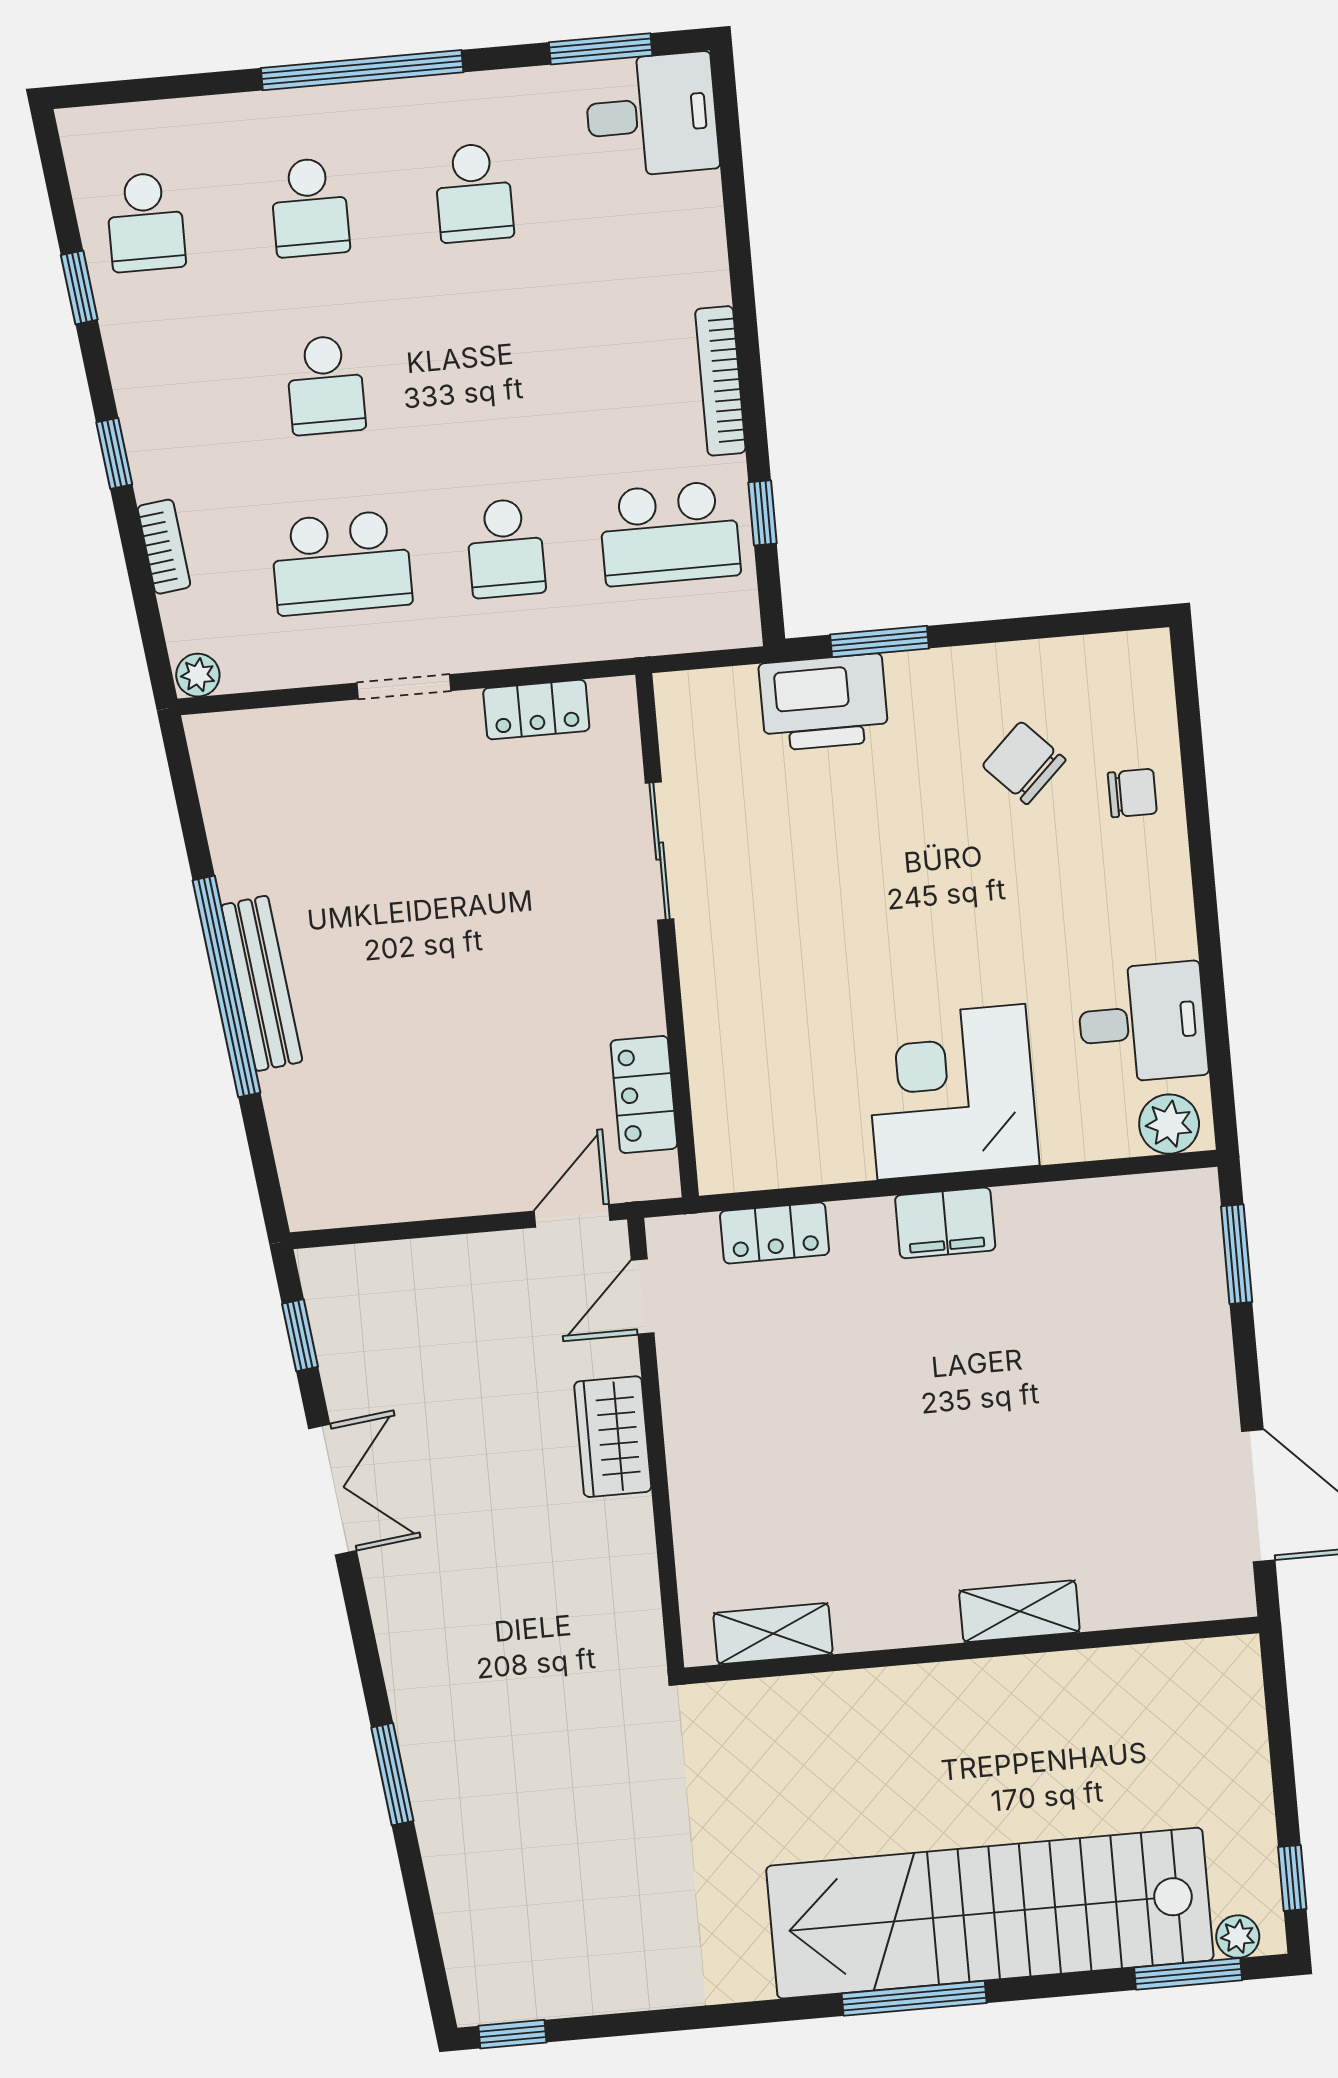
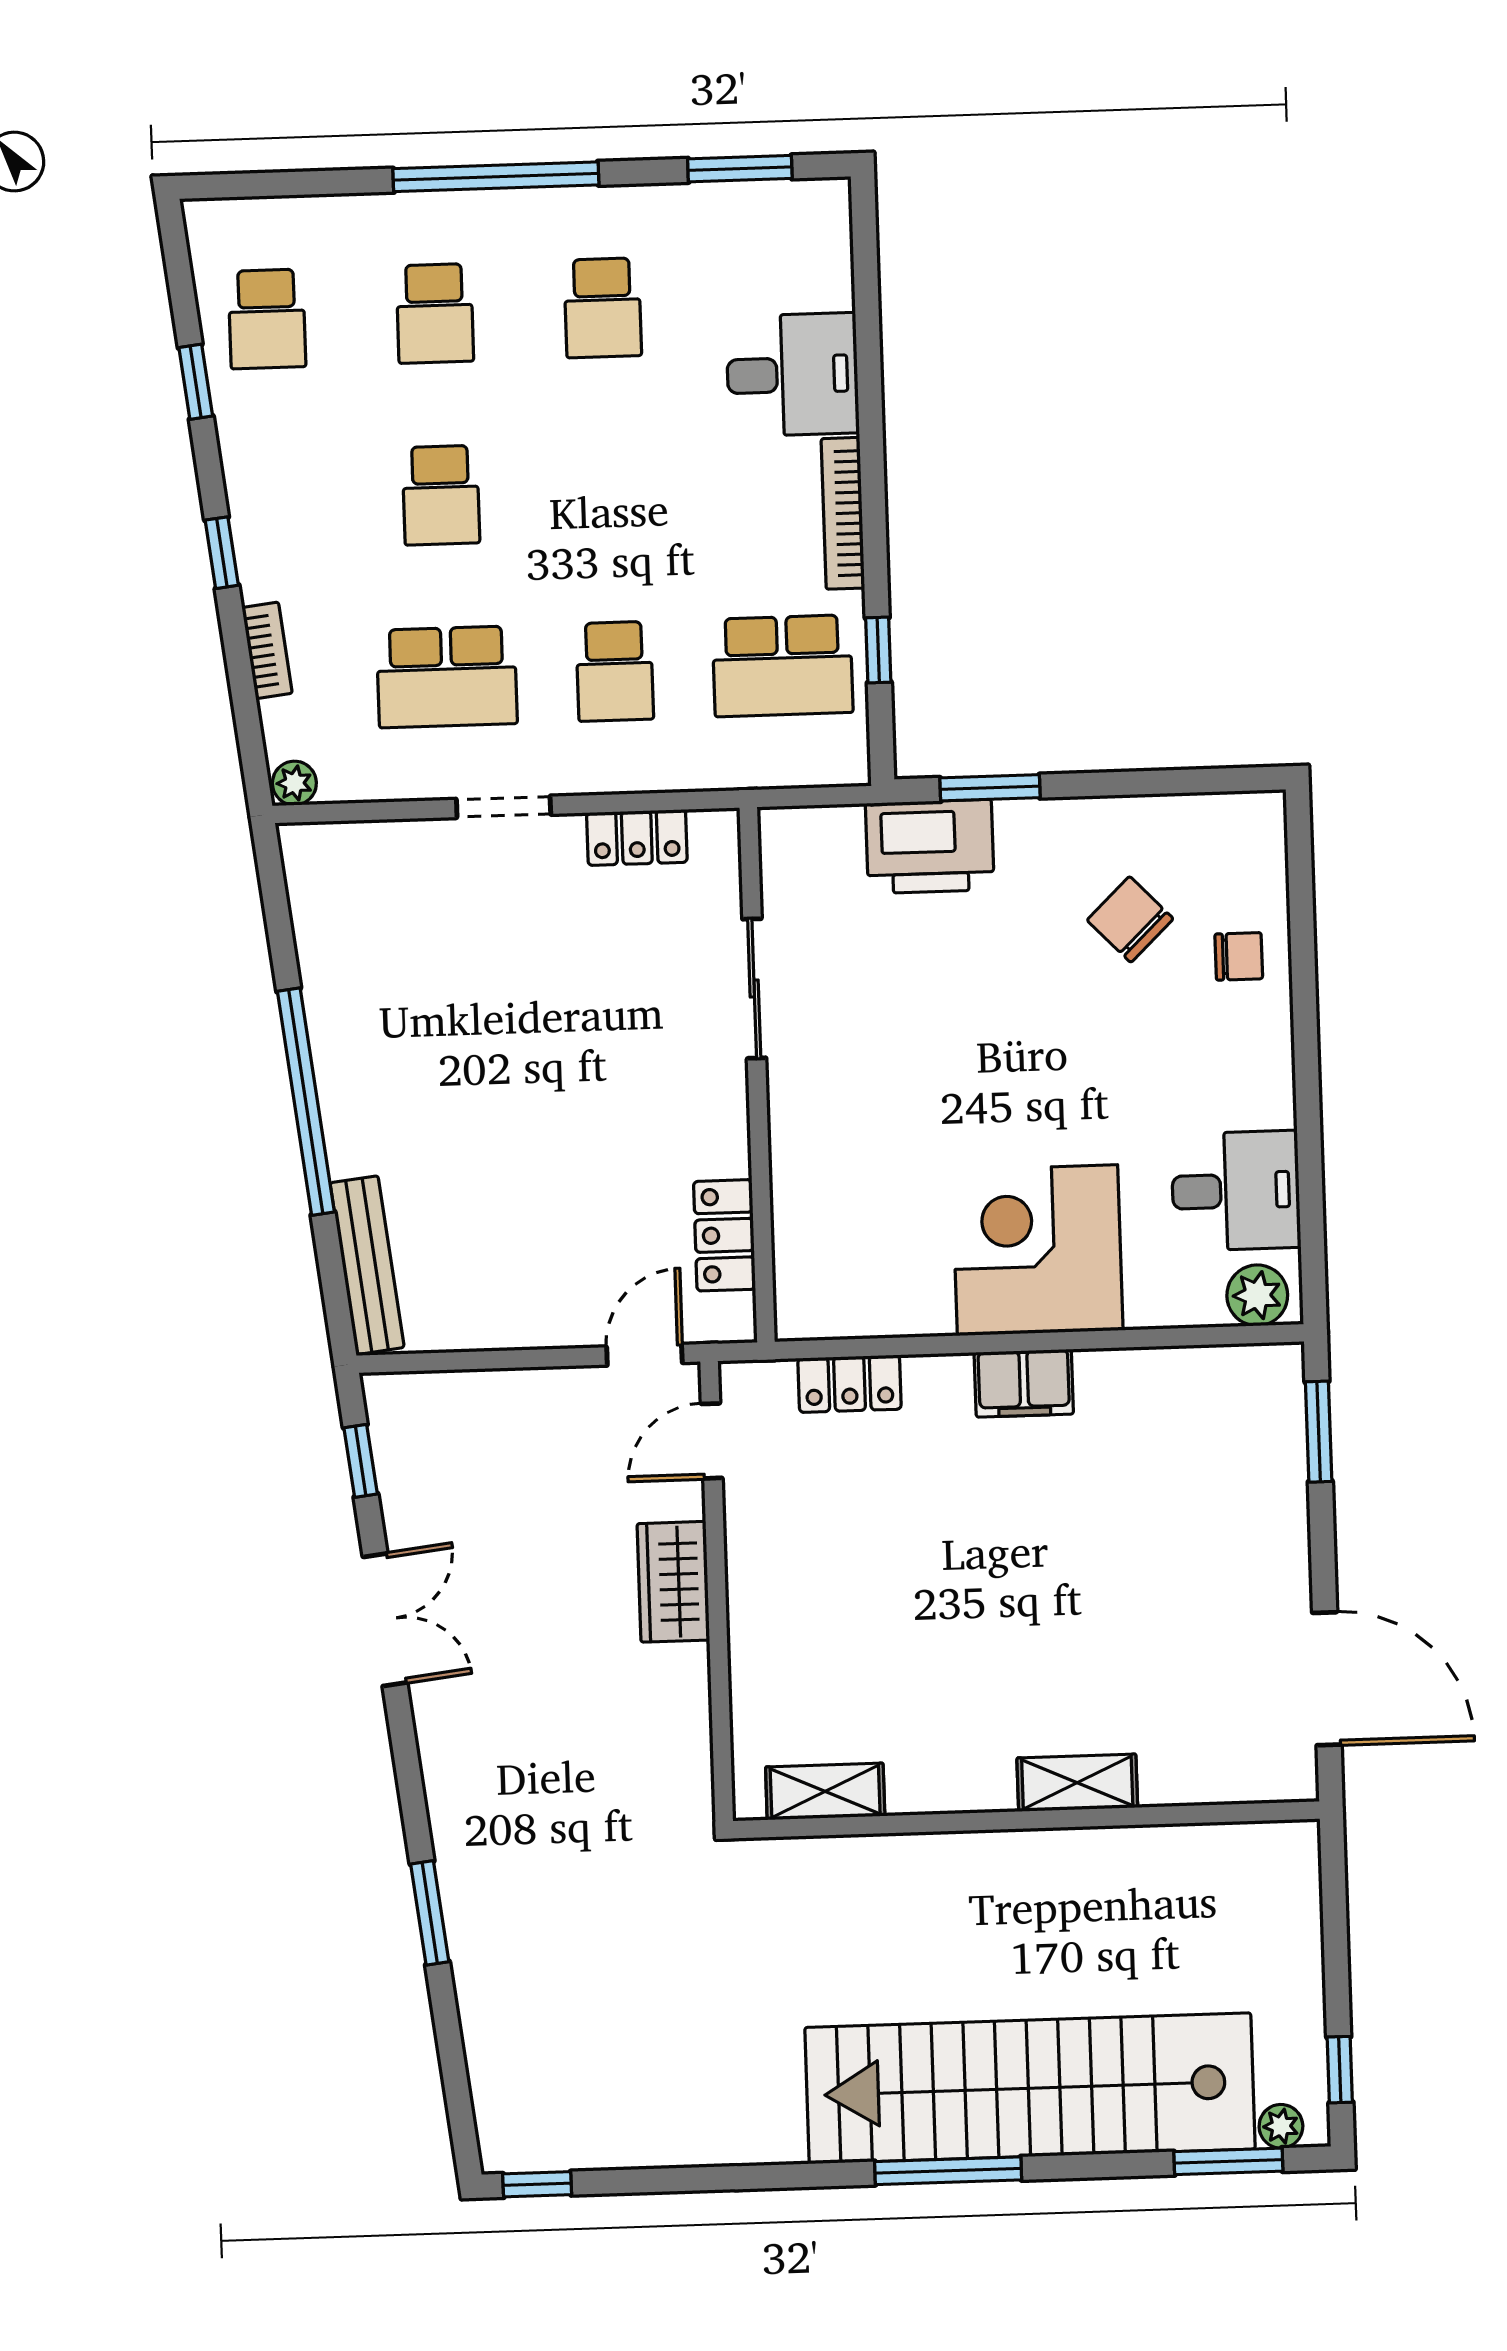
desk: (652, 115) -> (793, 375), moved
bench: (262, 983) -> (367, 1265), moved

